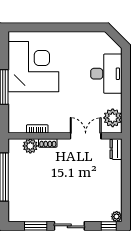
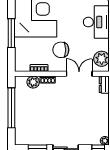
chair: (64, 107) -> (61, 50), added

